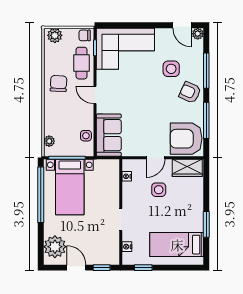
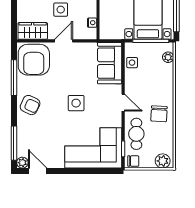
side table: (171, 69) -> (76, 103), moved
window: (206, 71) -> (14, 143), moved
armchair: (186, 139) -> (34, 60), turned 90

